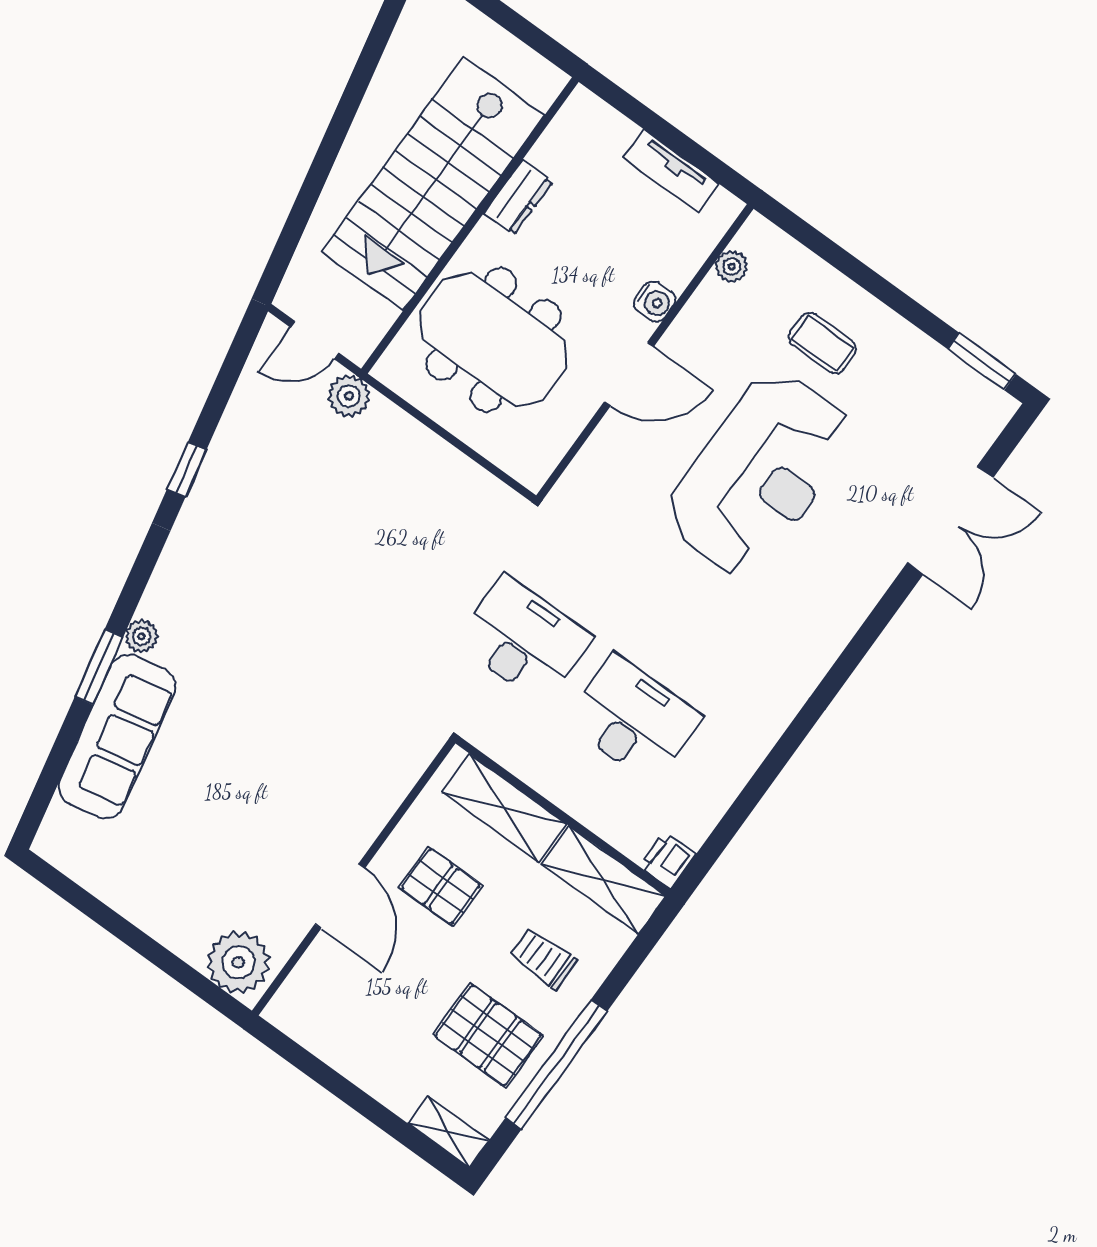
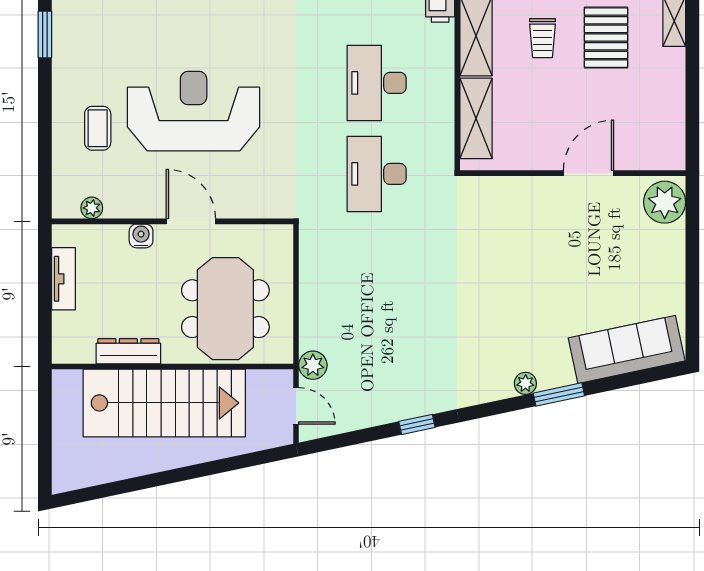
dresser: (518, 197) -> (128, 351), width x1.44
sofa: (117, 736) -> (627, 349), moved
pallet: (441, 887) -> (544, 122), removed

